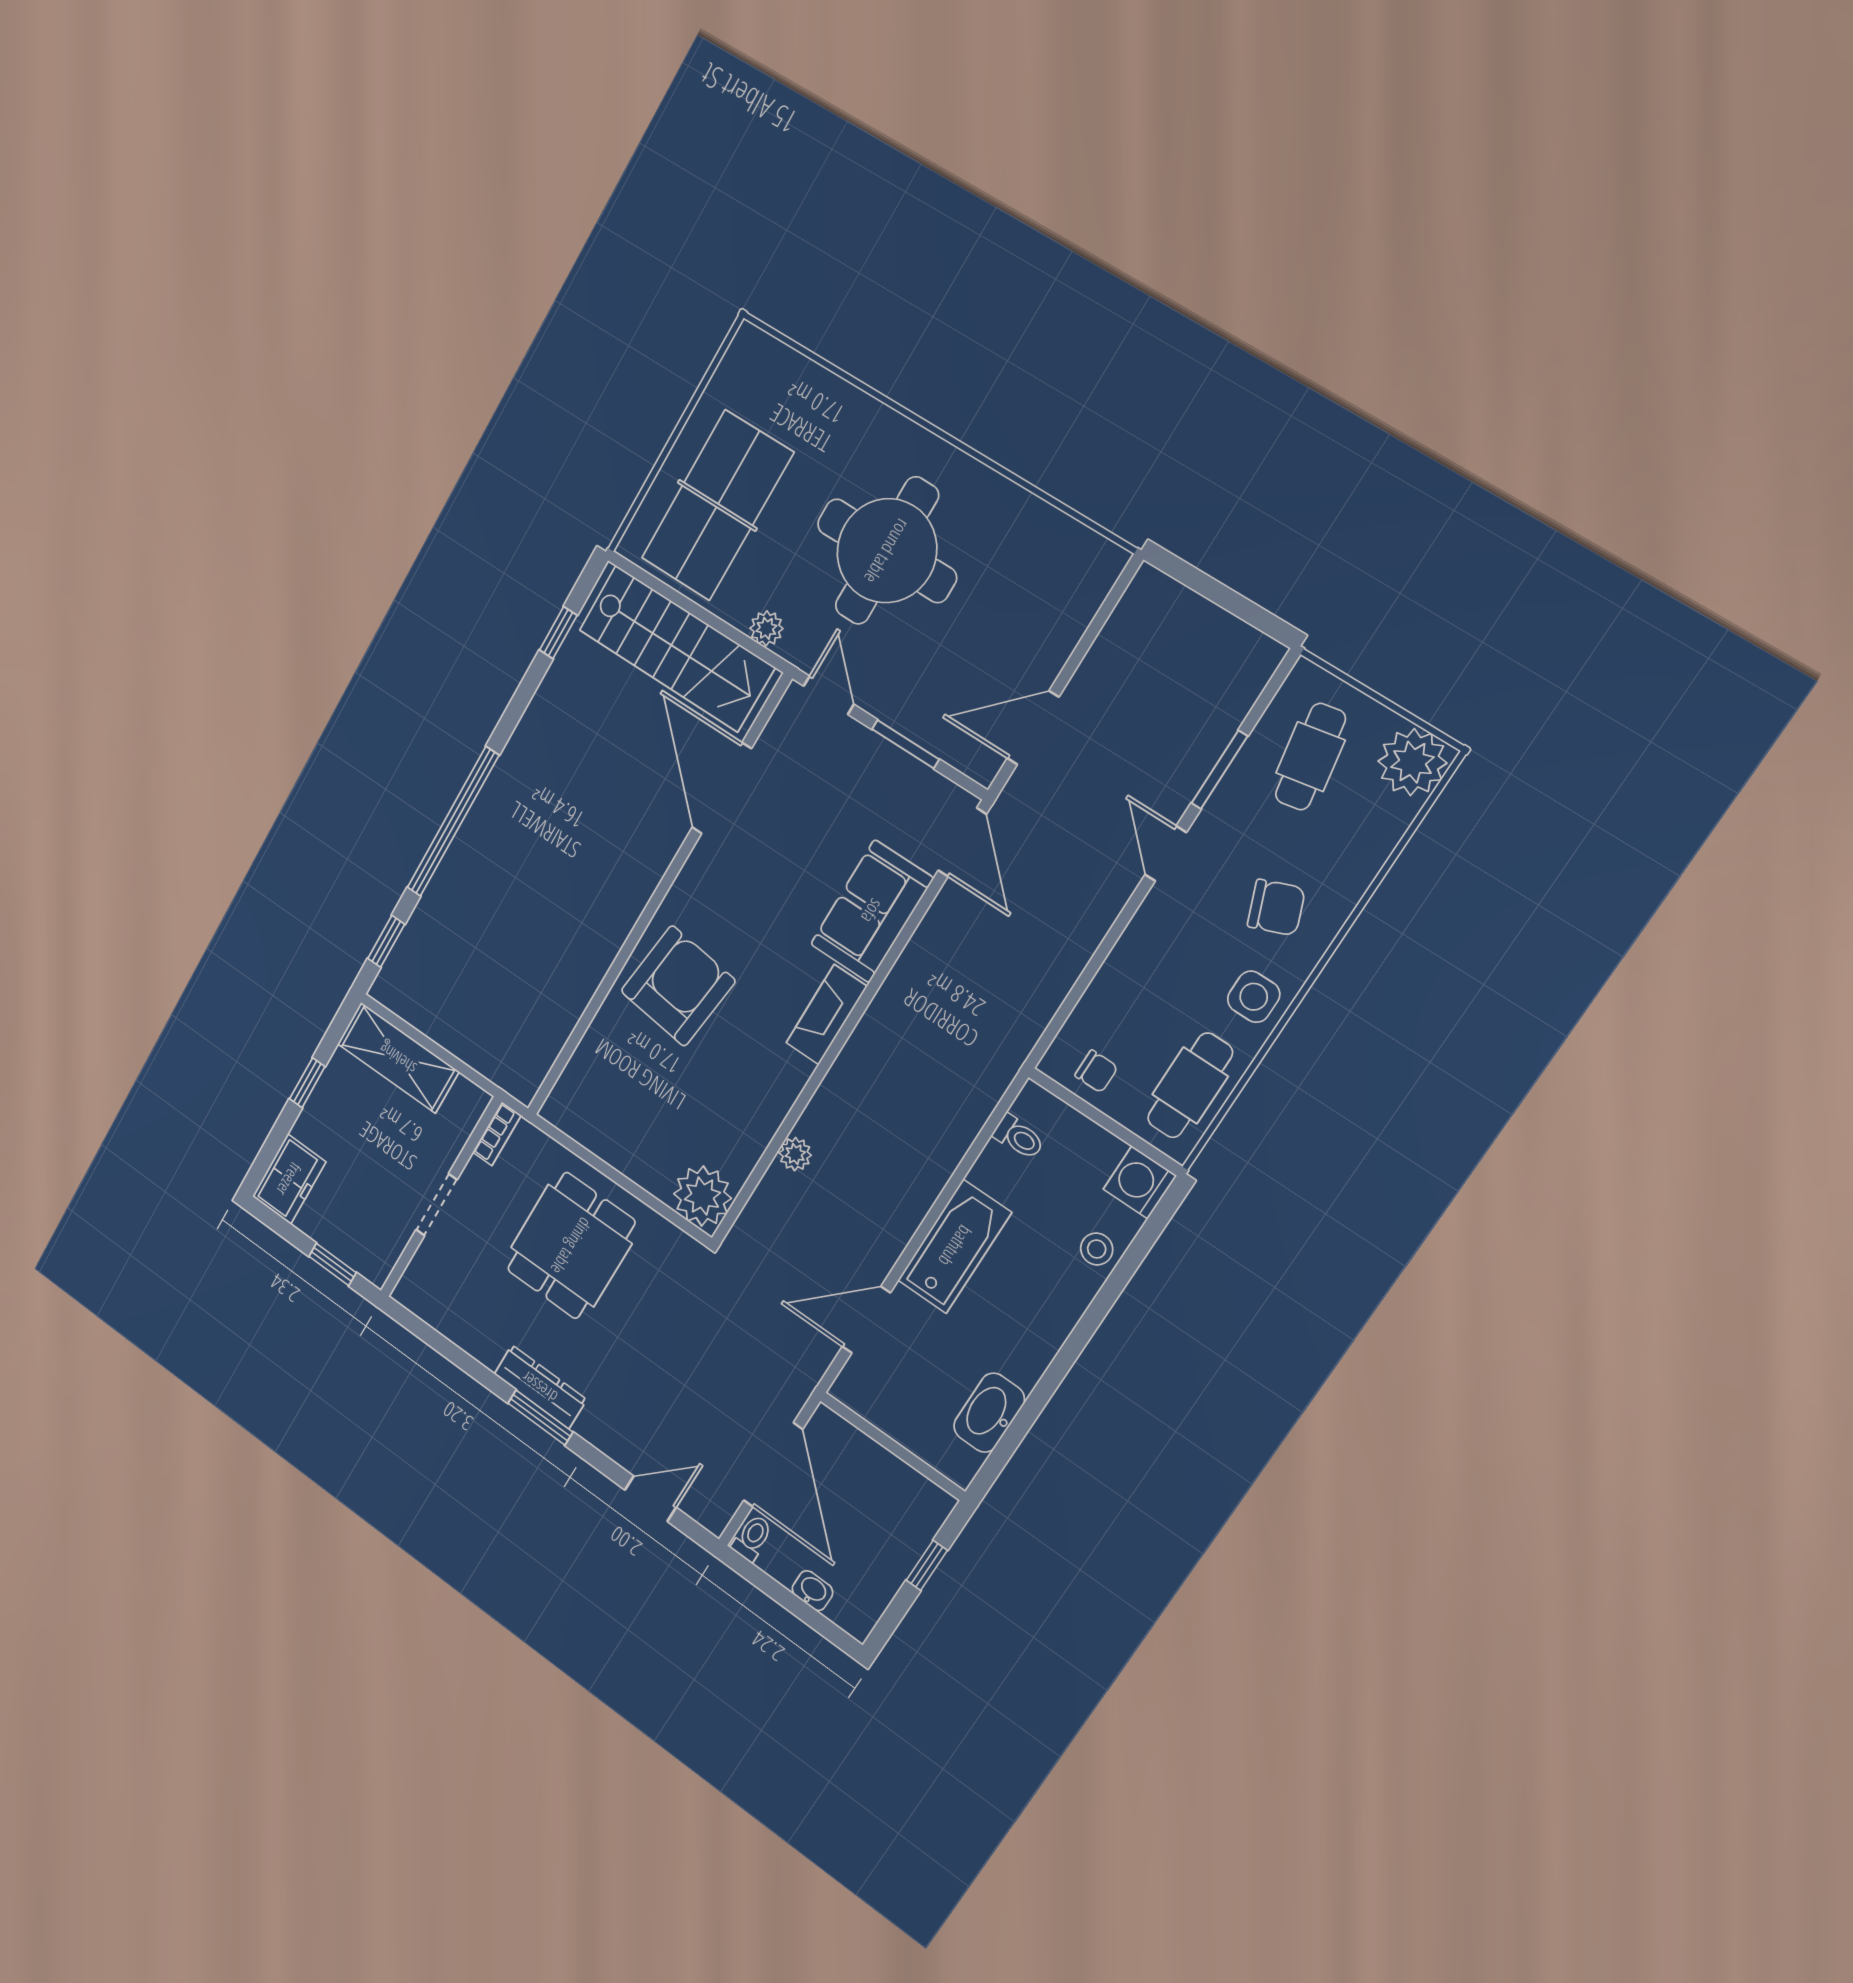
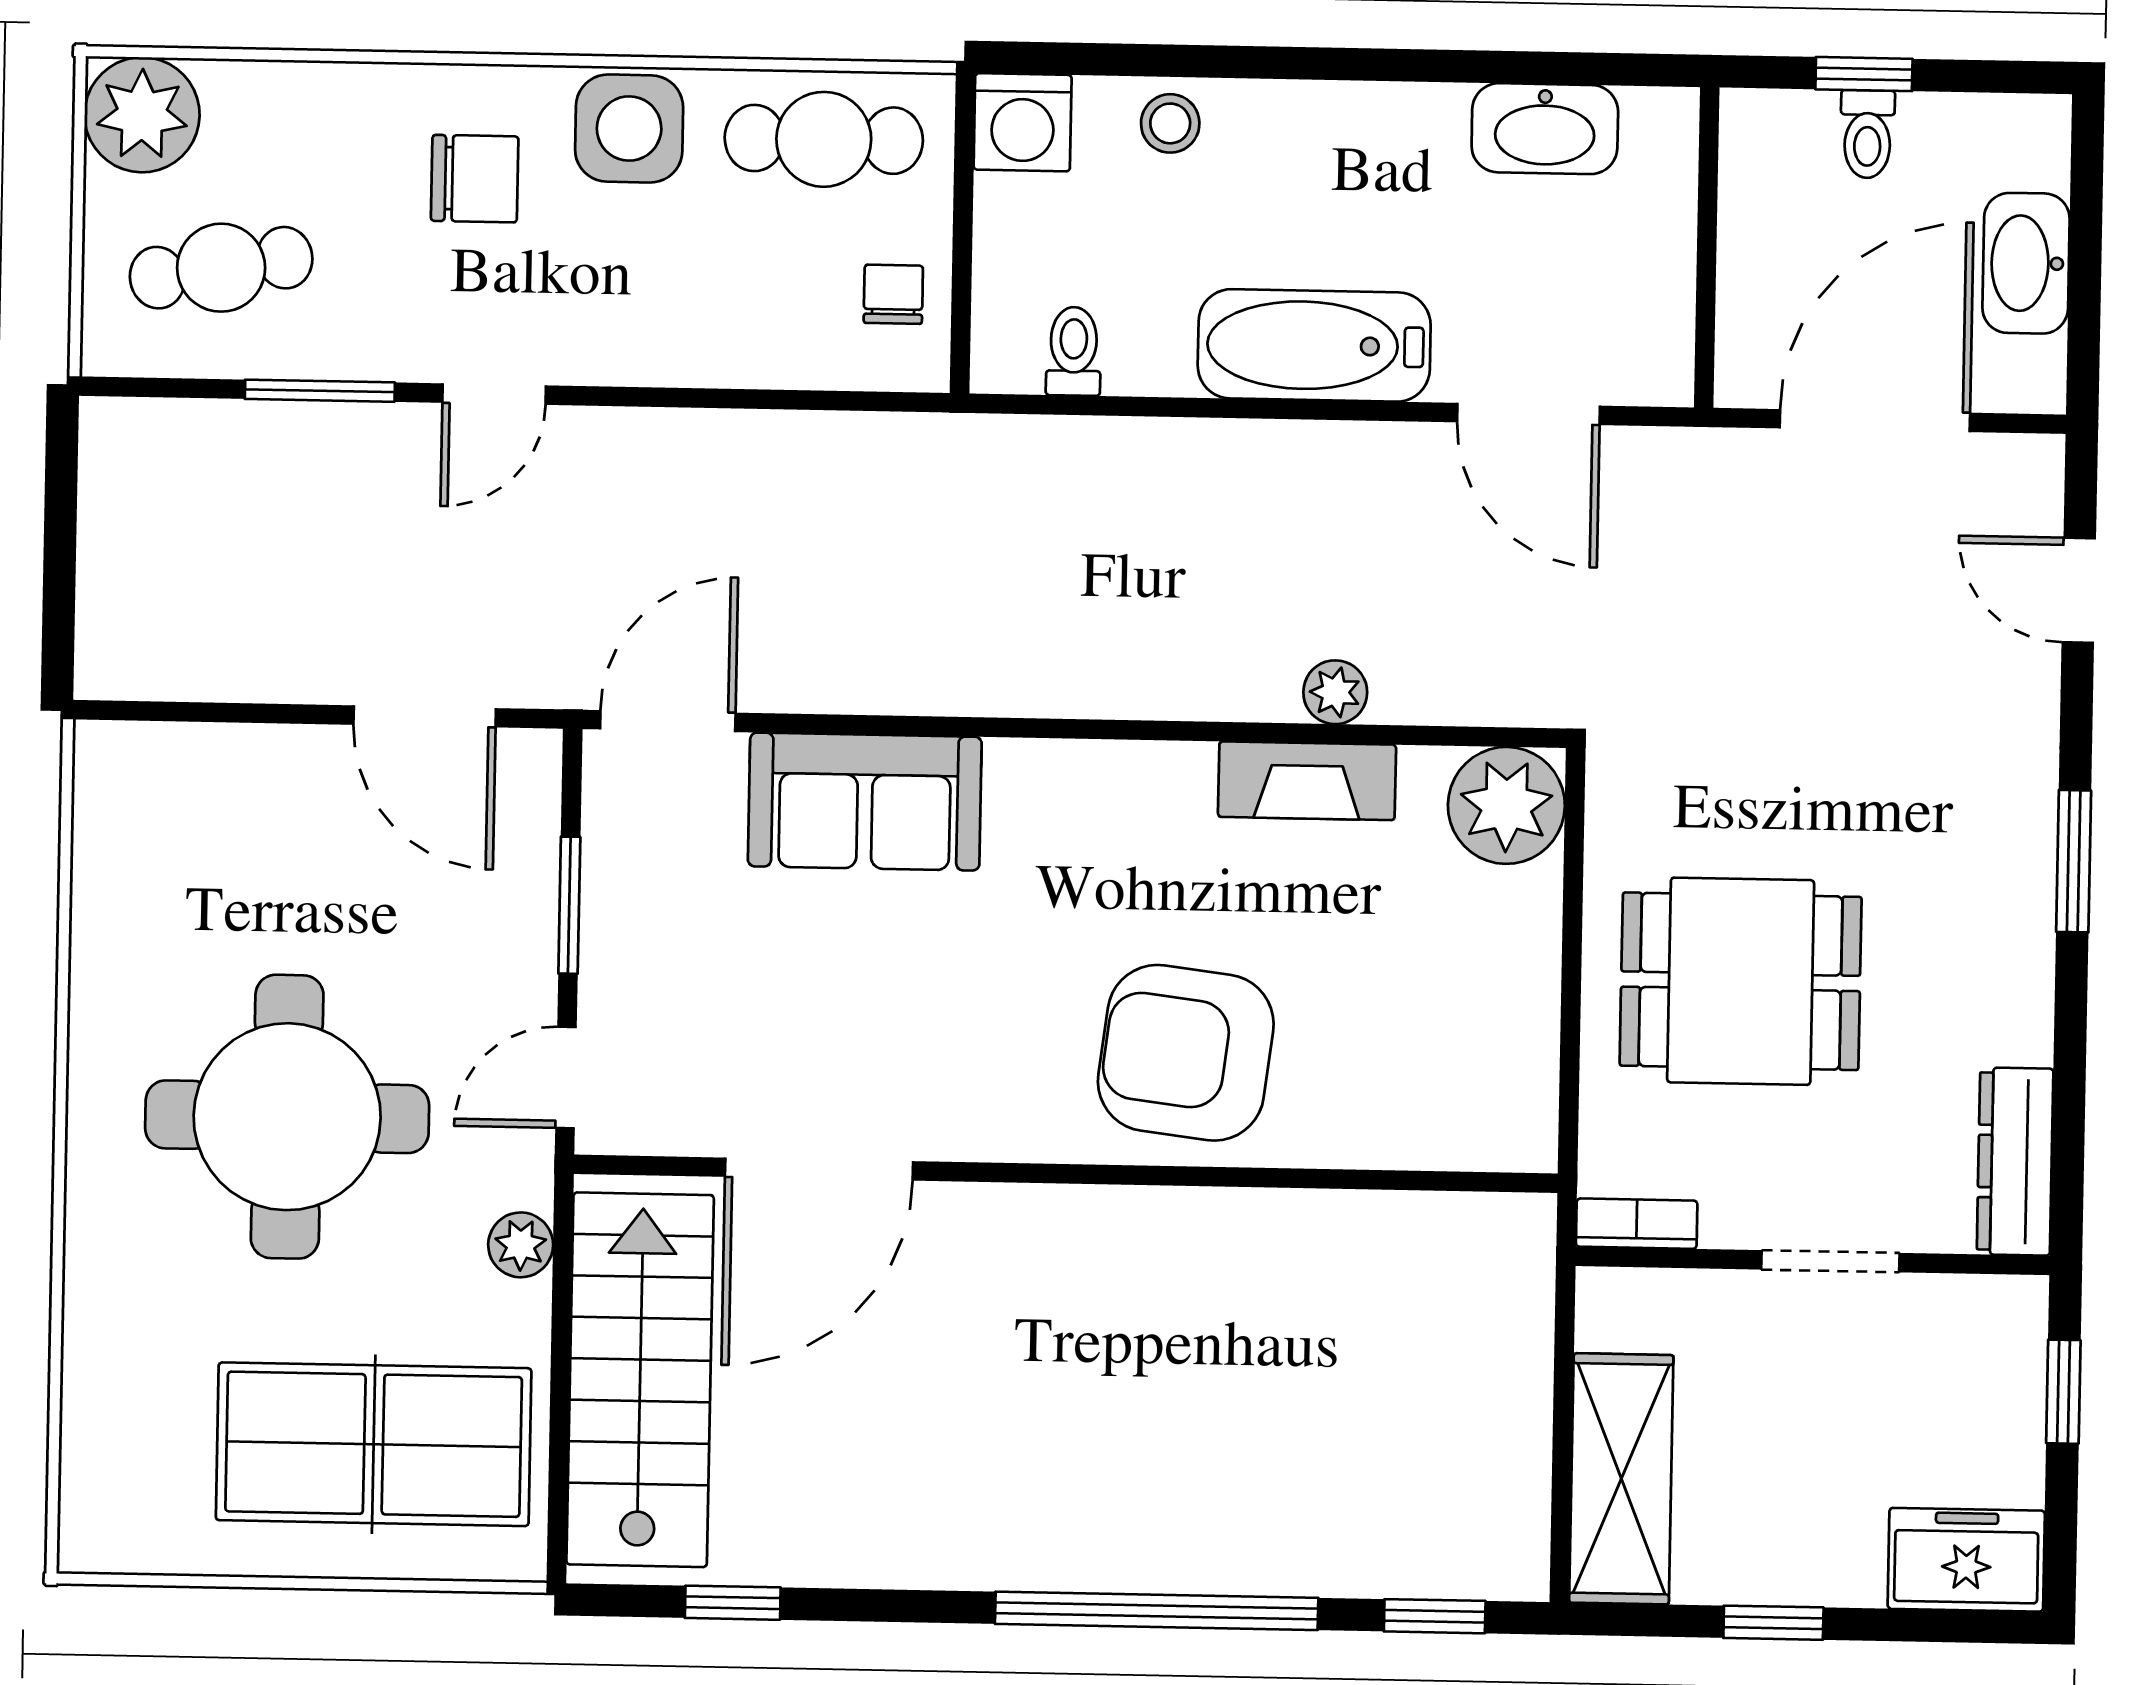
chair: (1276, 907) -> (475, 179), turned 111
side table: (1254, 997) -> (629, 129), width x1.37, depth x1.37
fireplace: (826, 1015) -> (1307, 781), moved
dresser: (540, 1387) -> (2015, 1162), moved
toilet: (752, 1538) -> (1867, 134), moved, turned -90
washbasin: (813, 1591) -> (2026, 263), width x1.91, depth x1.45

